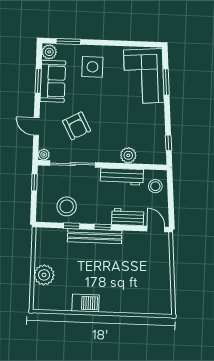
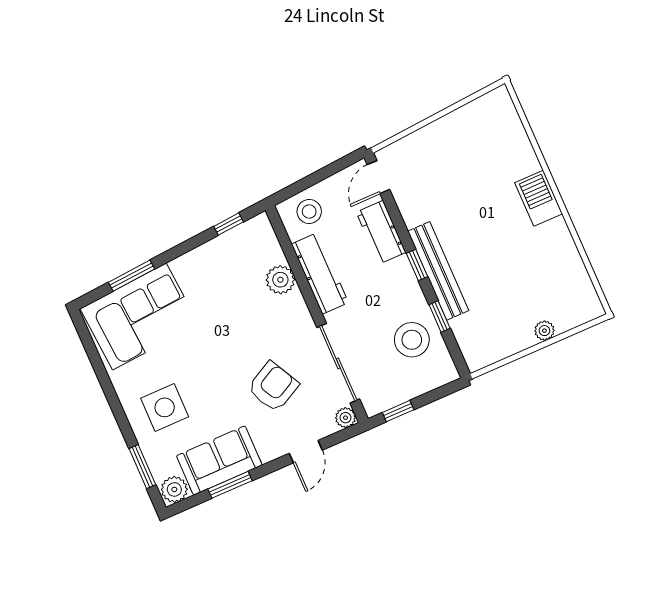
plant: (44, 275) -> (544, 331), width x0.53, depth x0.53
barbecue: (85, 303) -> (539, 198), moved

